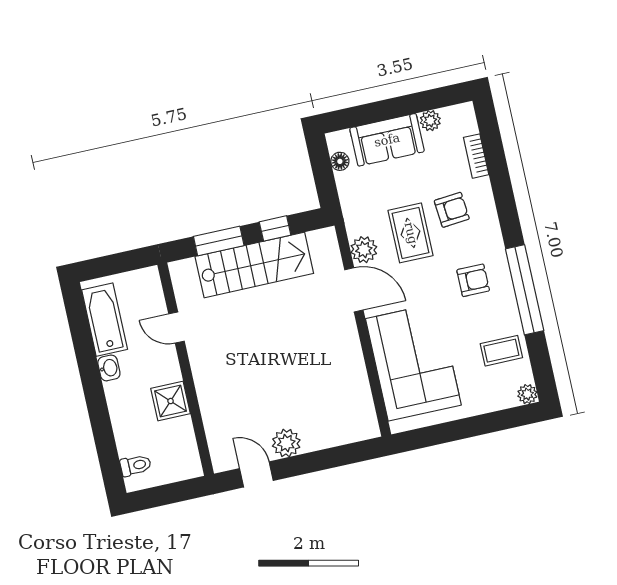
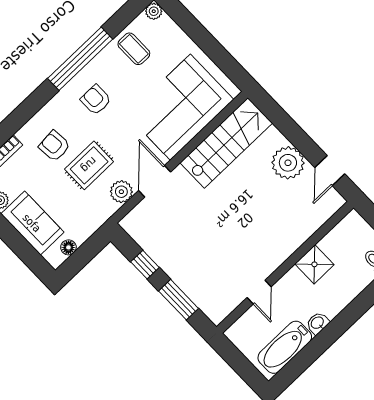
stairs: (254, 265) -> (226, 143), moved, turned 90
plant: (286, 443) -> (288, 163), width x1.36, depth x1.36

